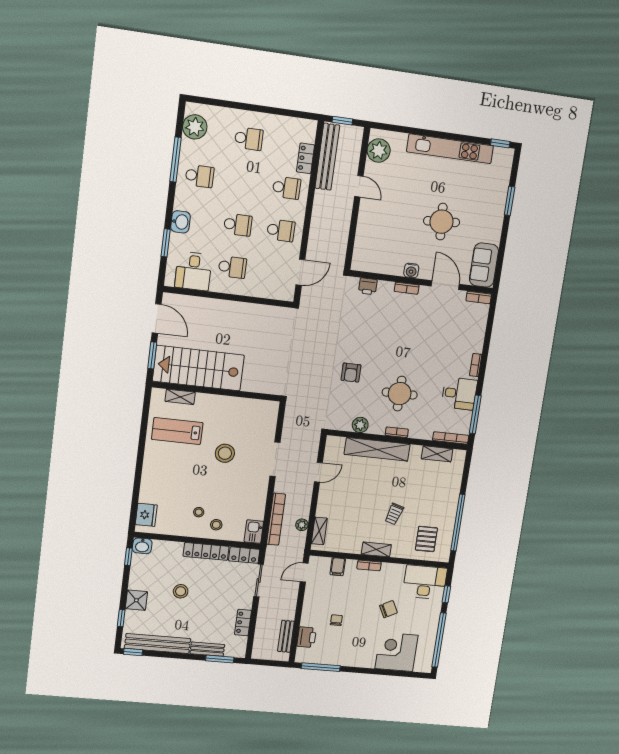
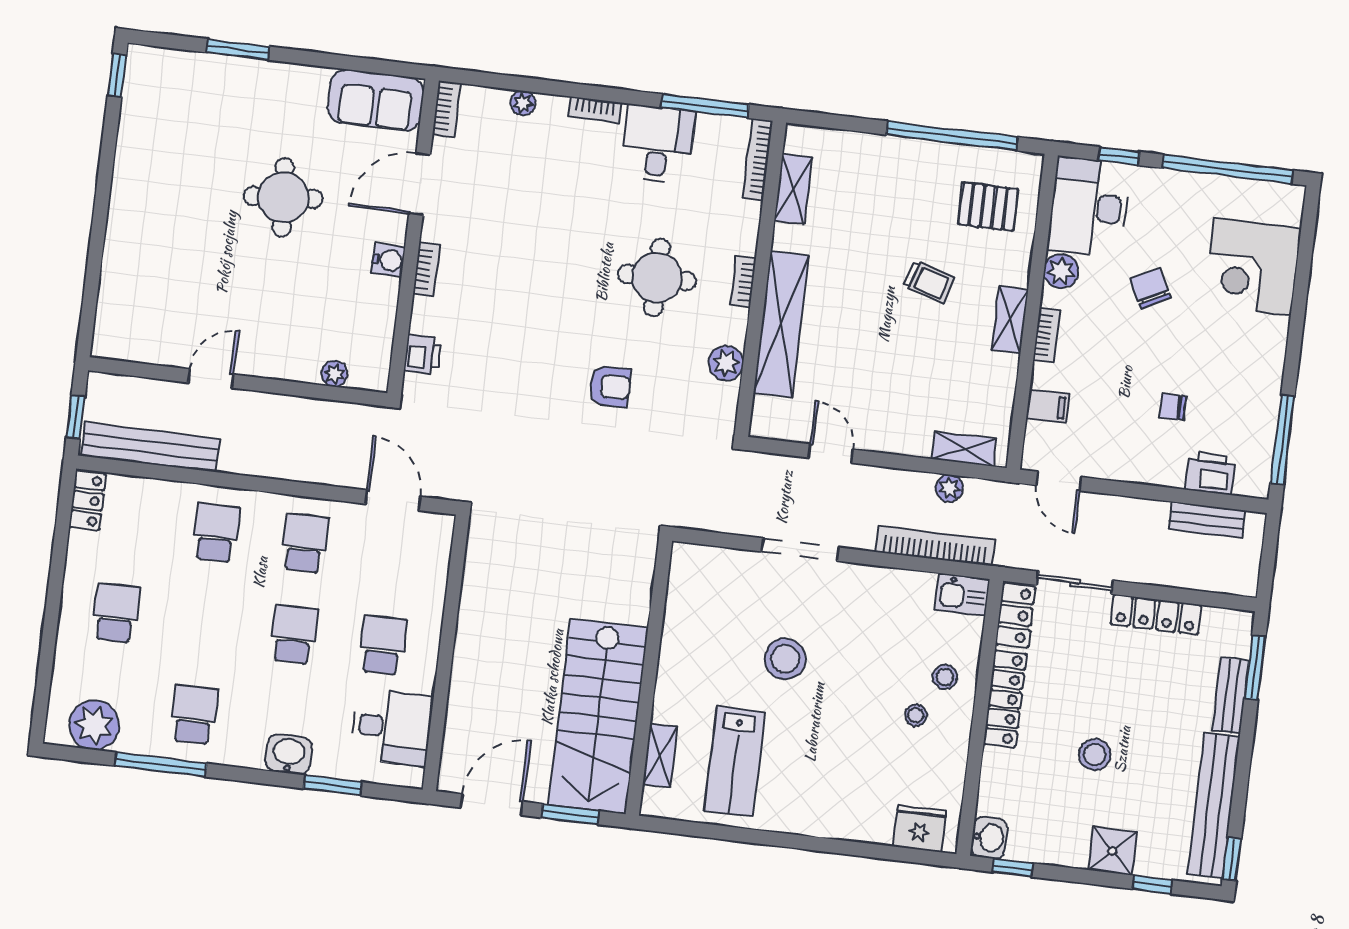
kitchen unit: (450, 149) -> (130, 184), removed
plant: (379, 151) -> (334, 374), moved, width x0.53, depth x0.53
locker: (305, 158) -> (88, 500), moved, turned -90
plant: (480, 333) -> (523, 103), added
plant: (397, 571) -> (1061, 271), added
locker: (243, 623) -> (1156, 615), width x1.53

